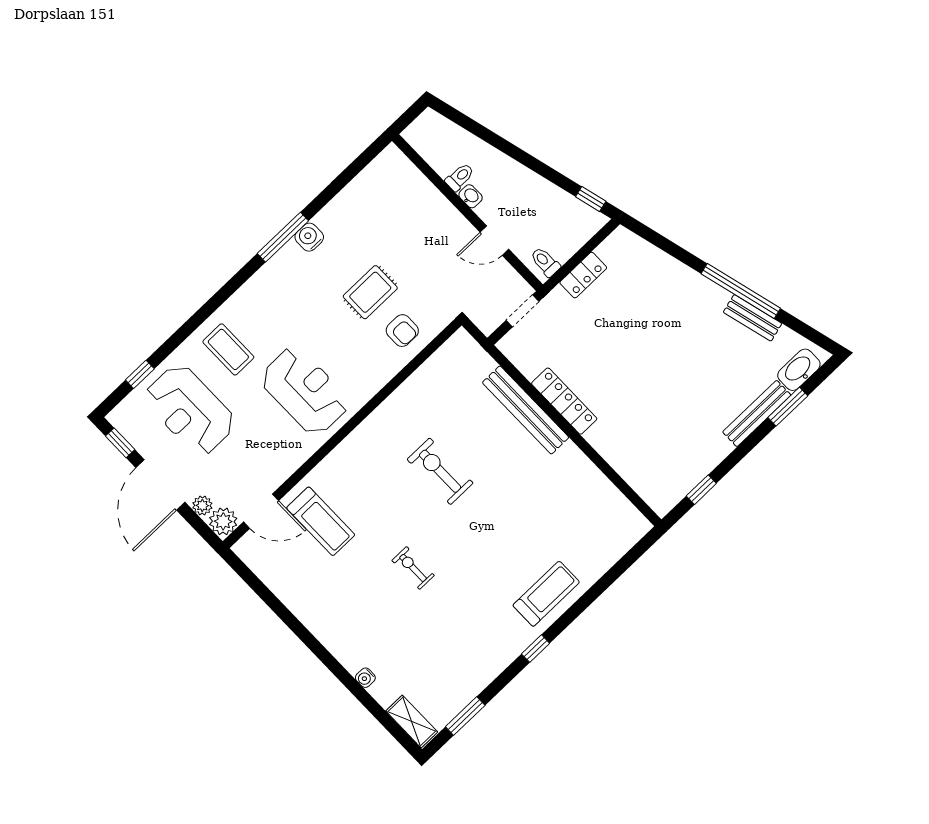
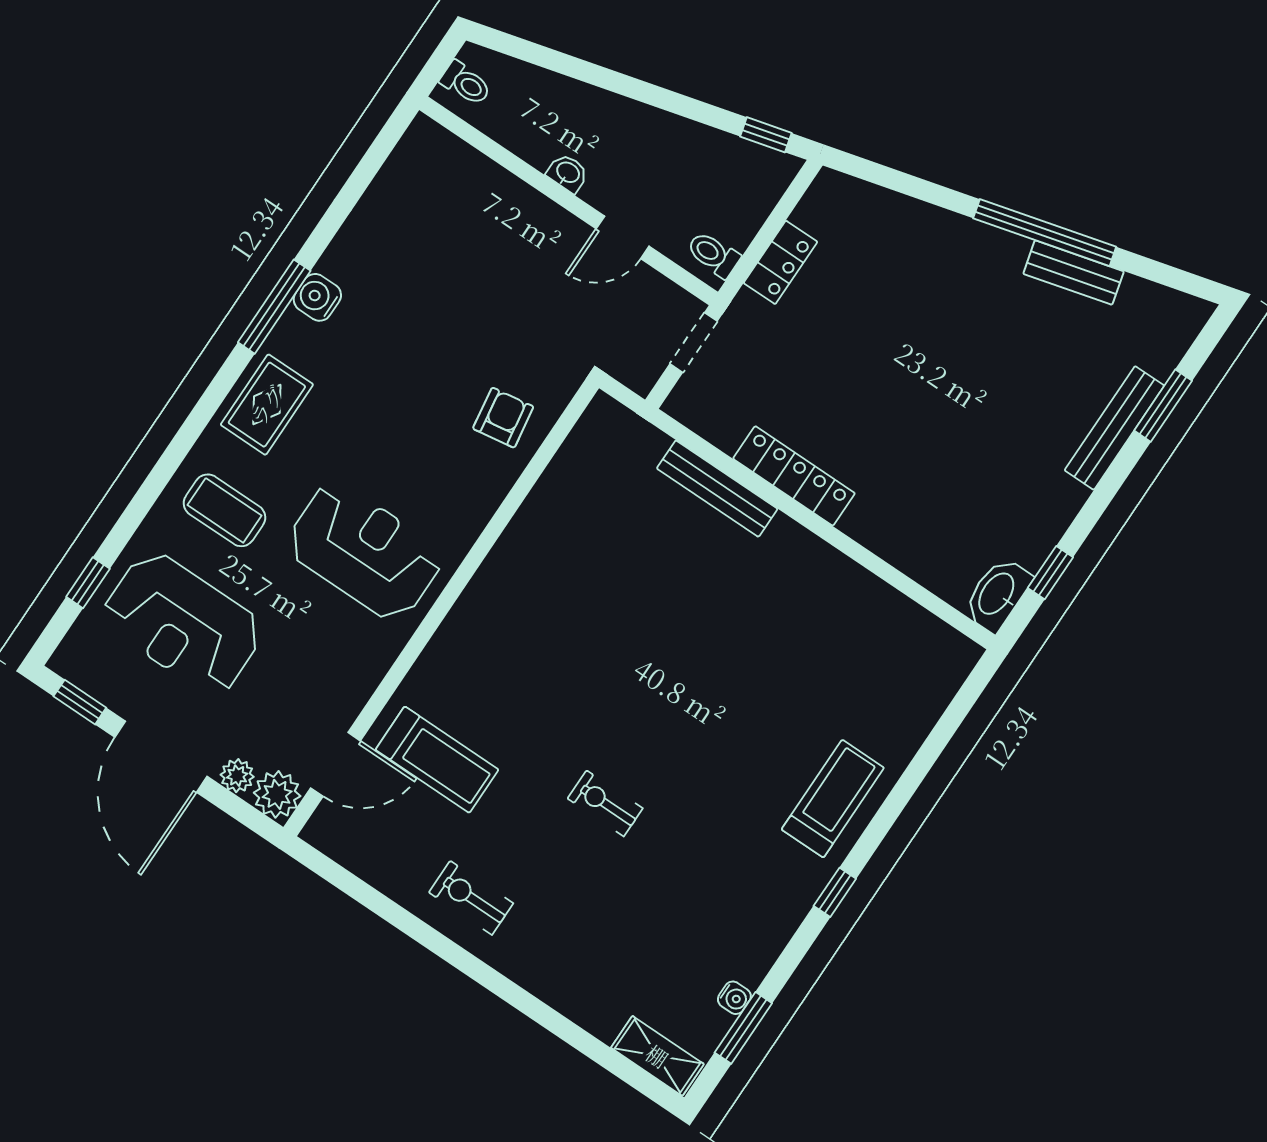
toilet: (460, 177) -> (466, 83), moved, turned 90
rug: (370, 292) -> (267, 405), moved
armchair: (402, 331) -> (503, 418), turned -99
washbasin: (799, 370) -> (997, 594), moved
bench: (526, 410) -> (717, 489), width x0.73, depth x0.82
exercise bike: (440, 471) -> (471, 898), moved, width x0.73, depth x0.72
water cooler: (365, 678) -> (734, 998), moved, turned -90

